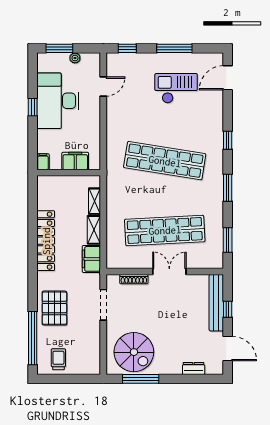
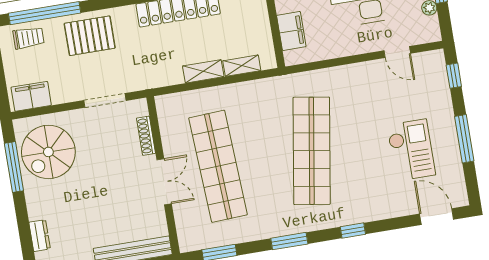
filing cabinet: (91, 259) -> (31, 96), moved
trolley: (58, 359) -> (28, 38), moved

